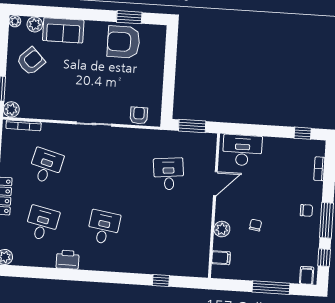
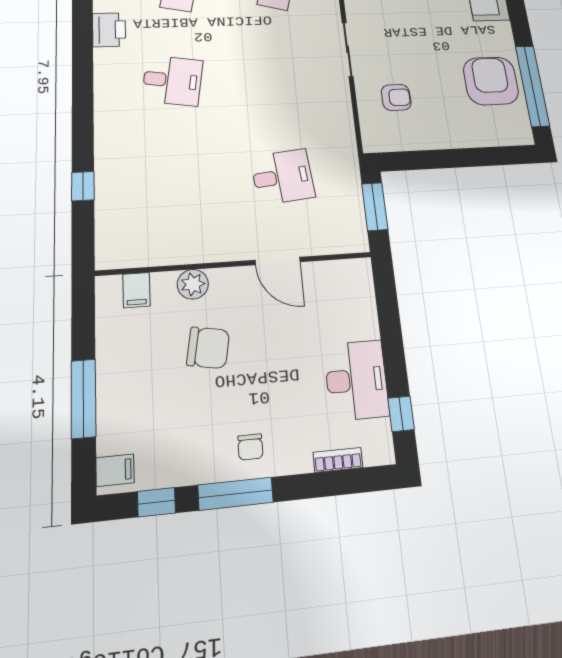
window: (129, 17) -> (532, 86), width x2.11
armchair: (139, 115) -> (396, 97), moved
desk: (242, 150) -> (356, 380), moved
chair: (255, 225) -> (208, 348), width x1.87, depth x1.87

